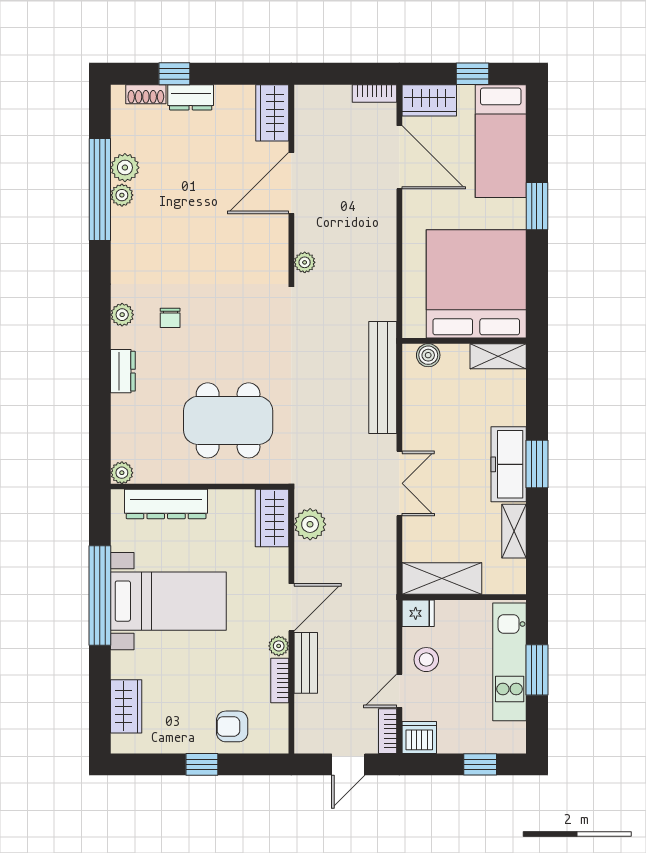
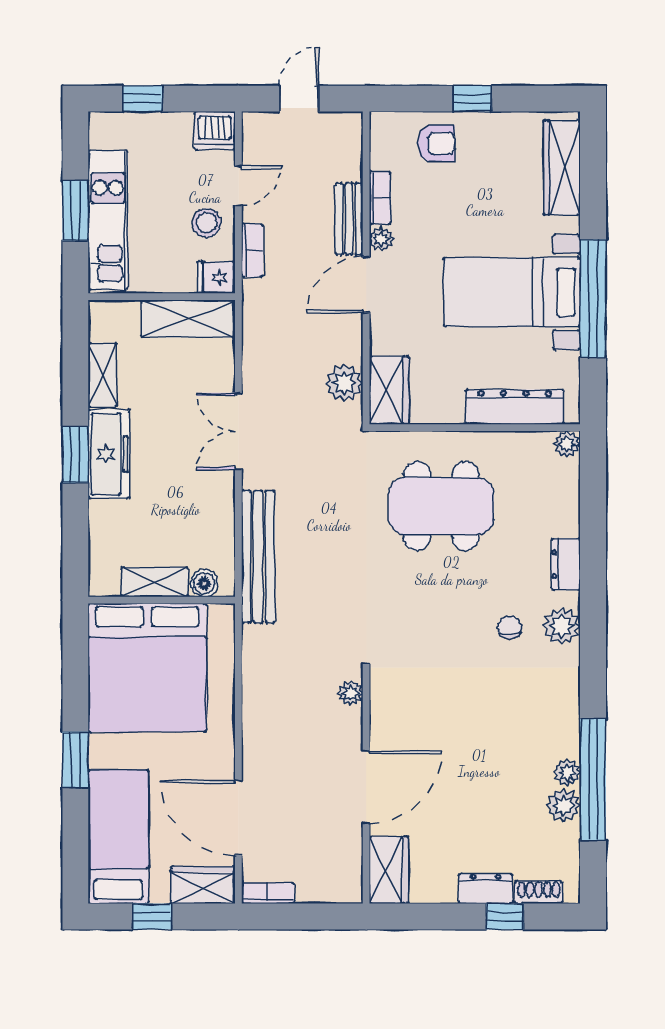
plant: (122, 315) -> (562, 626), width x1.38, depth x1.38
shelving: (498, 356) -> (155, 582), moved
wardrobe: (126, 706) -> (562, 167), width x1.50
bookcase: (388, 731) -> (252, 250), moved

